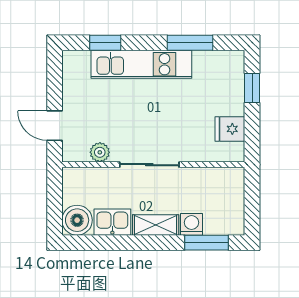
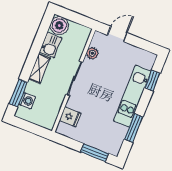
window: (252, 88) -> (95, 153), width x1.50
fridge: (230, 129) -> (70, 117), moved, turned 90
washing machine: (191, 224) -> (27, 101), moved

